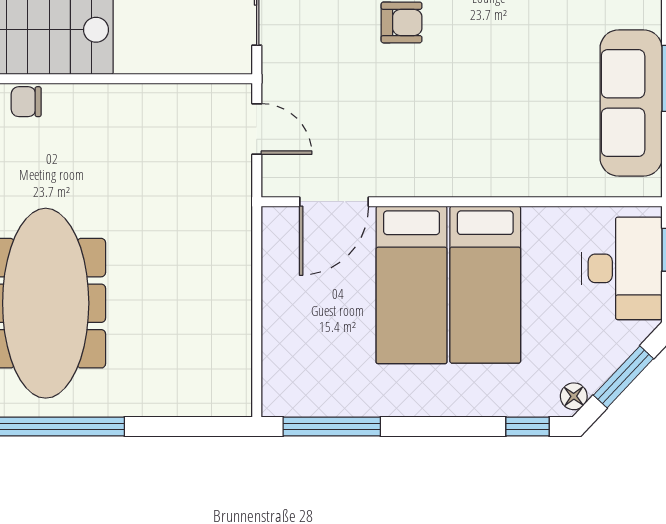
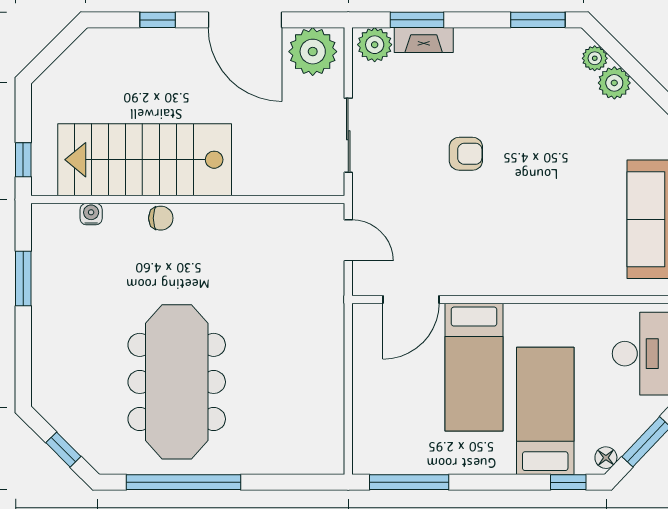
chair: (26, 102) -> (161, 218), turned 180
bed: (485, 285) -> (545, 411), moved, turned 180

